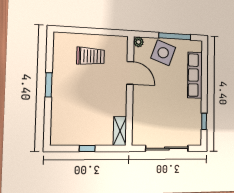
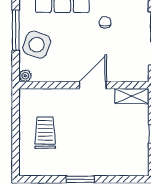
door: (130, 73) -> (93, 85), moved
chair: (180, 109) -> (105, 22), added

